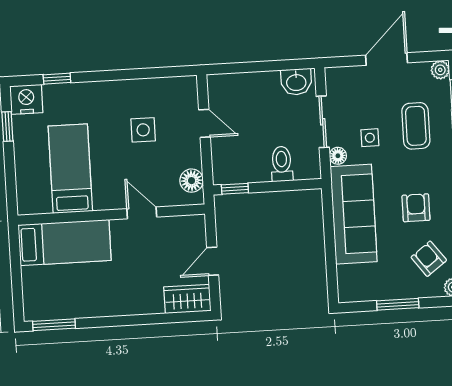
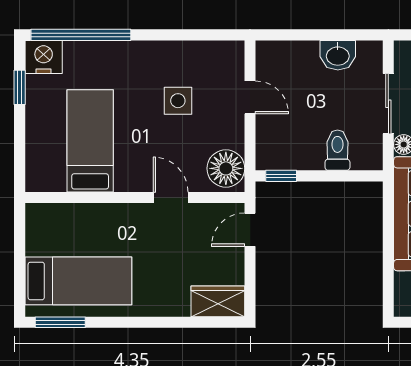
window: (57, 79) -> (81, 35), width x3.17
washbasin: (296, 82) -> (338, 55), moved
floor lamp: (192, 181) -> (226, 168), width x1.38, depth x1.38
bed: (65, 243) -> (78, 281), moved
door: (213, 261) -> (250, 230), moved

